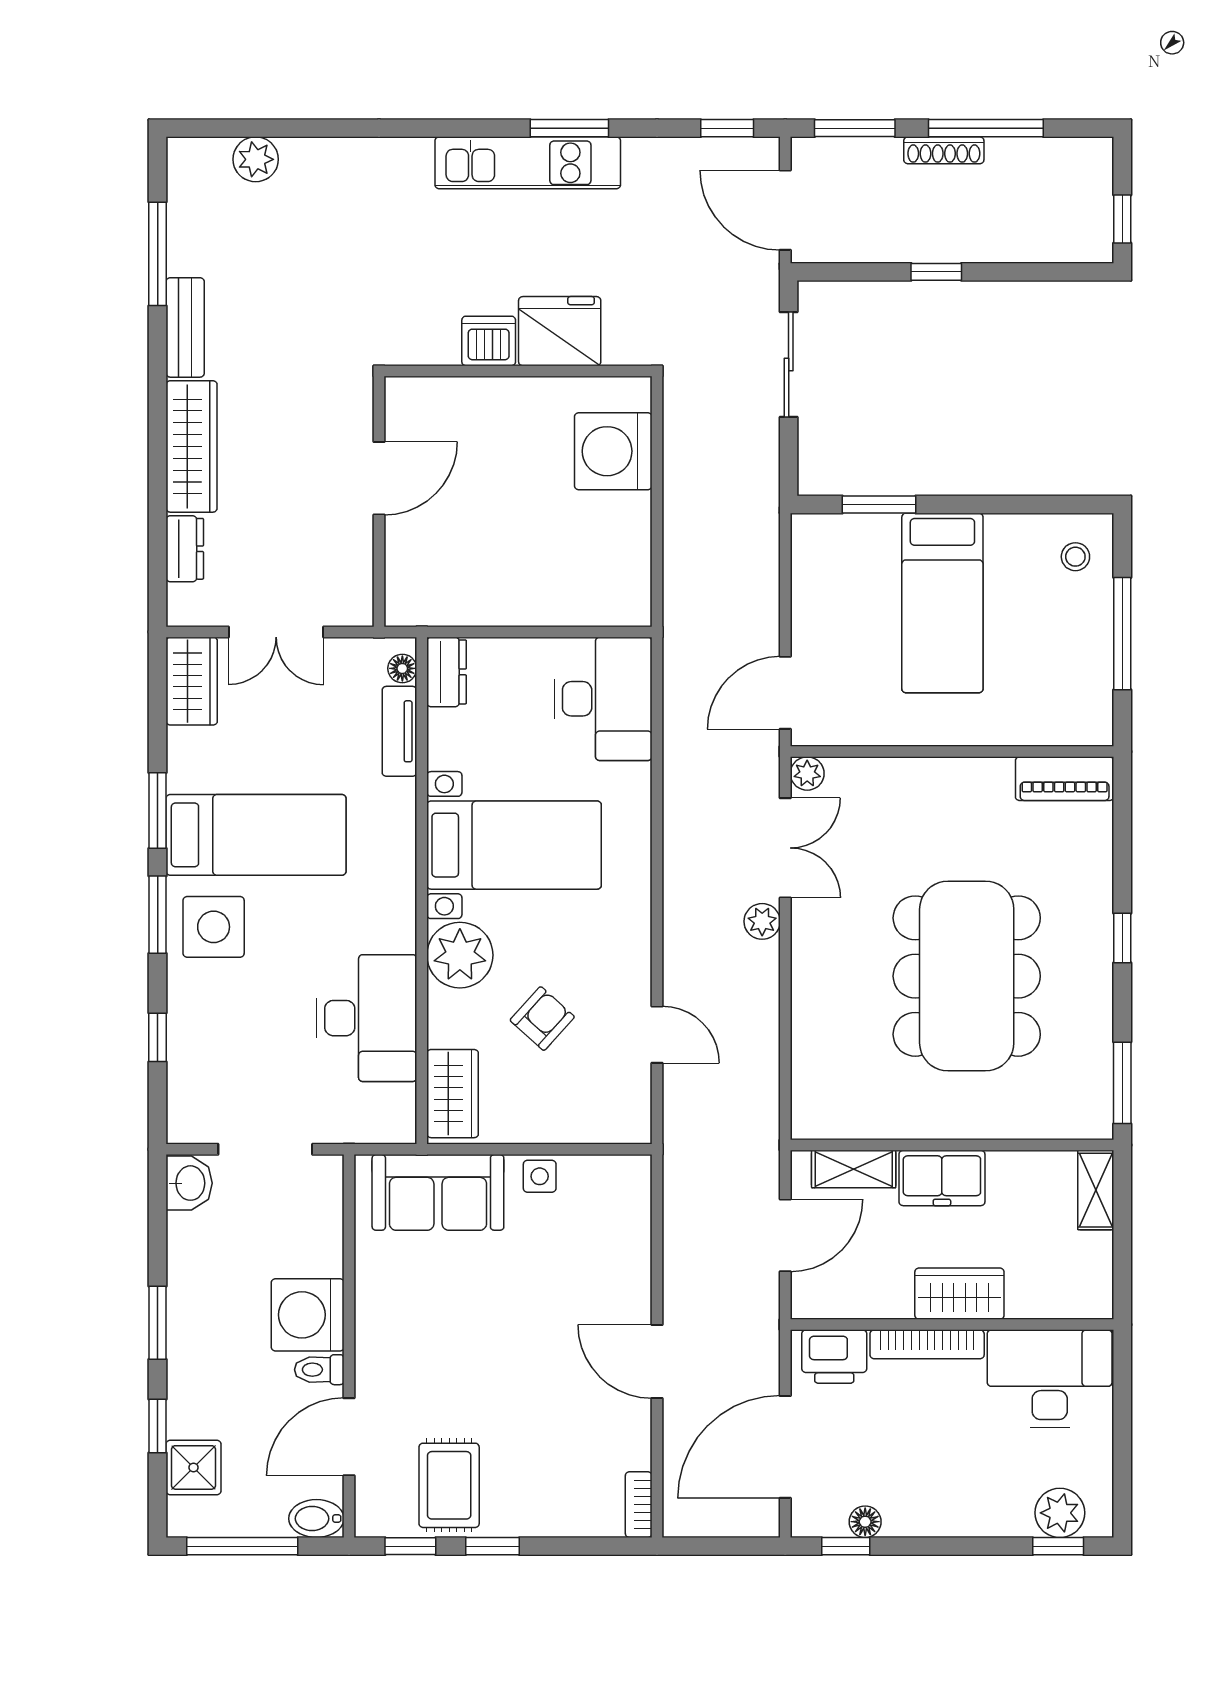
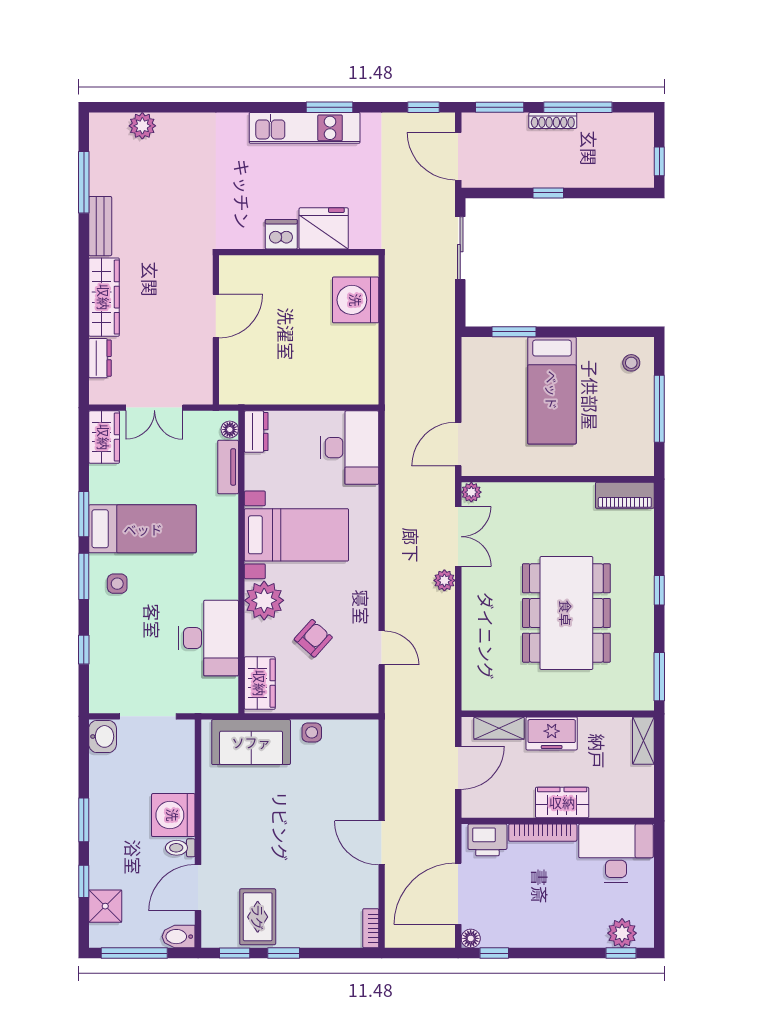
side table: (214, 927) -> (117, 584), width x0.54, depth x0.54
floor lamp: (865, 1522) -> (471, 938), moved

